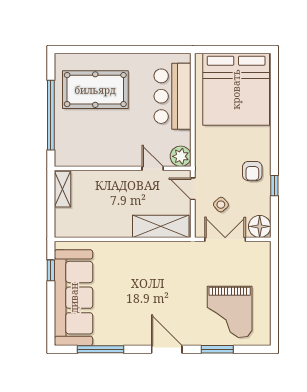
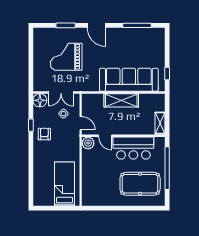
bed: (236, 89) -> (65, 184), width x0.49
bar counter: (173, 96) -> (133, 148), moved, turned 90
shelving: (161, 226) -> (121, 100), moved
sofa: (74, 298) -> (129, 80), moved, turned 90
grand piano: (230, 312) -> (66, 57), moved, turned -90

